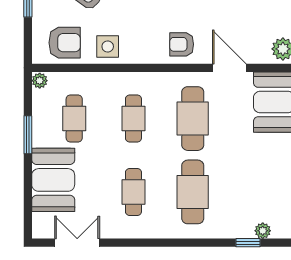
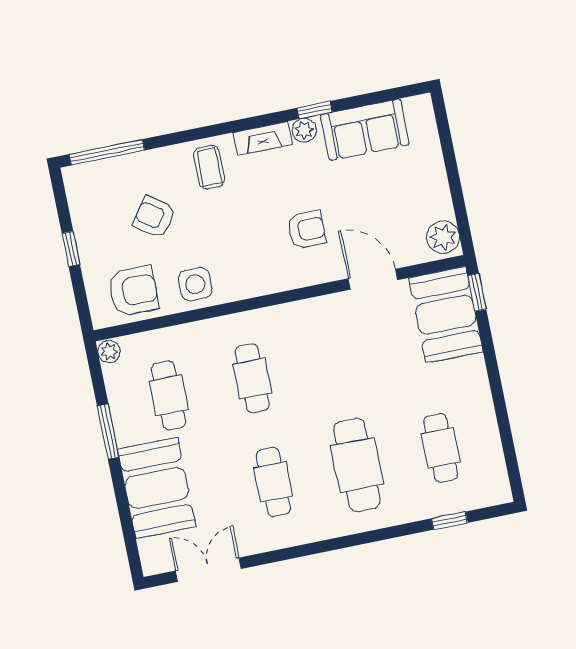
armchair: (182, 44) -> (307, 230), moved, turned 180
cafe table: (193, 119) -> (441, 448), moved, width x0.73, depth x0.74
plant: (263, 231) -> (467, 499), removed

